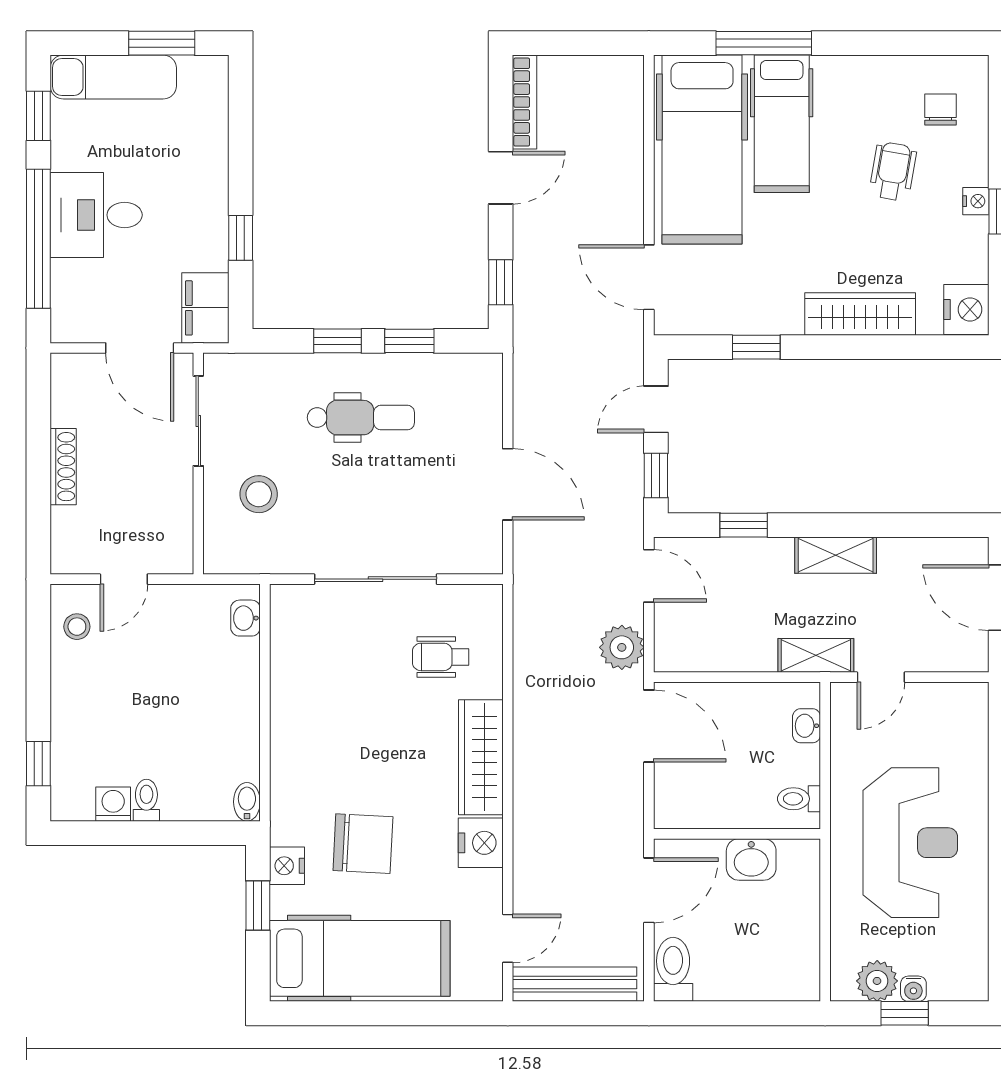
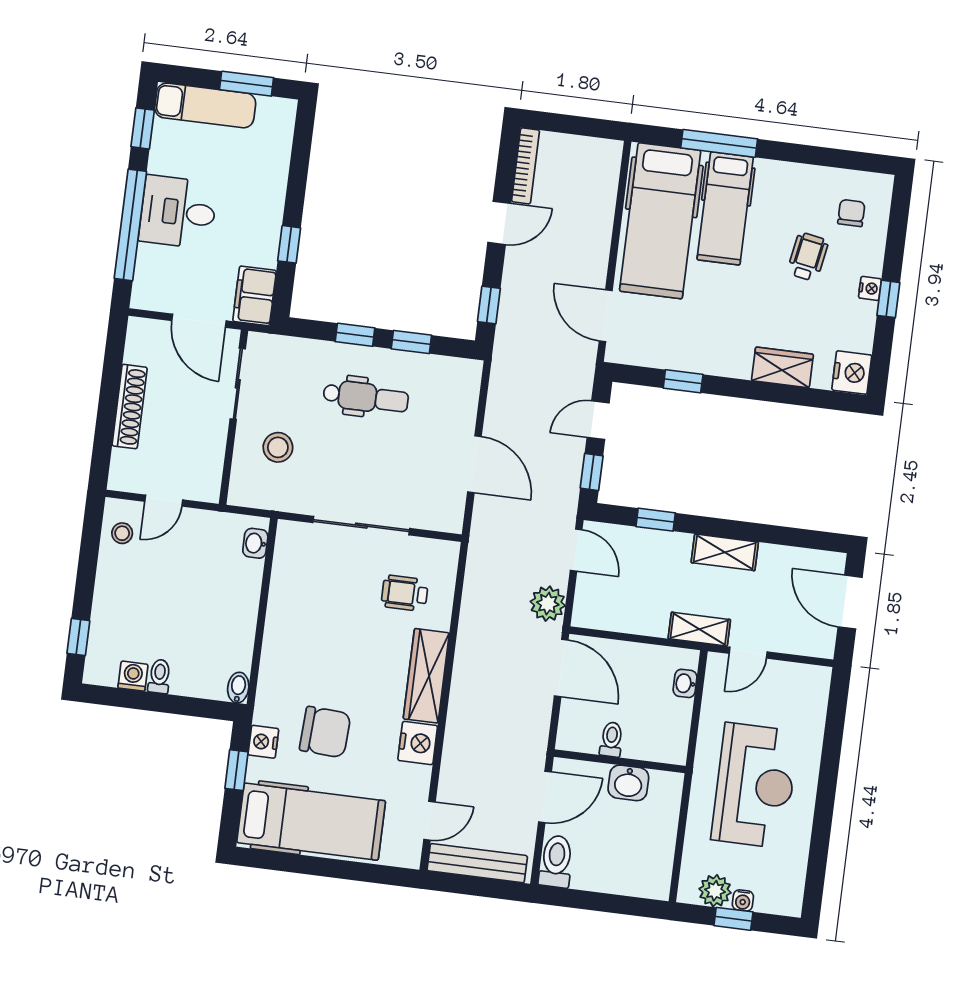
wardrobe: (860, 314) -> (782, 367), width x0.67
shoe rack: (63, 467) -> (130, 407), width x1.36, depth x1.24
toilet: (799, 799) -> (611, 739), moved, turned 90

